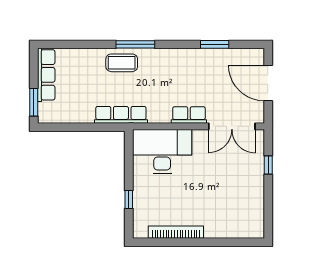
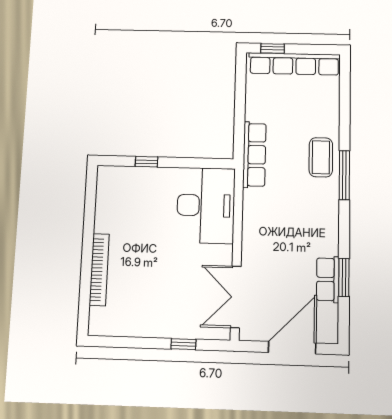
row of seats: (46, 75) -> (294, 64), width x1.36
window: (34, 102) -> (273, 48), width x0.67
row of seats: (189, 115) -> (328, 279), moved, turned 180
bookcase: (176, 232) -> (99, 270), moved

